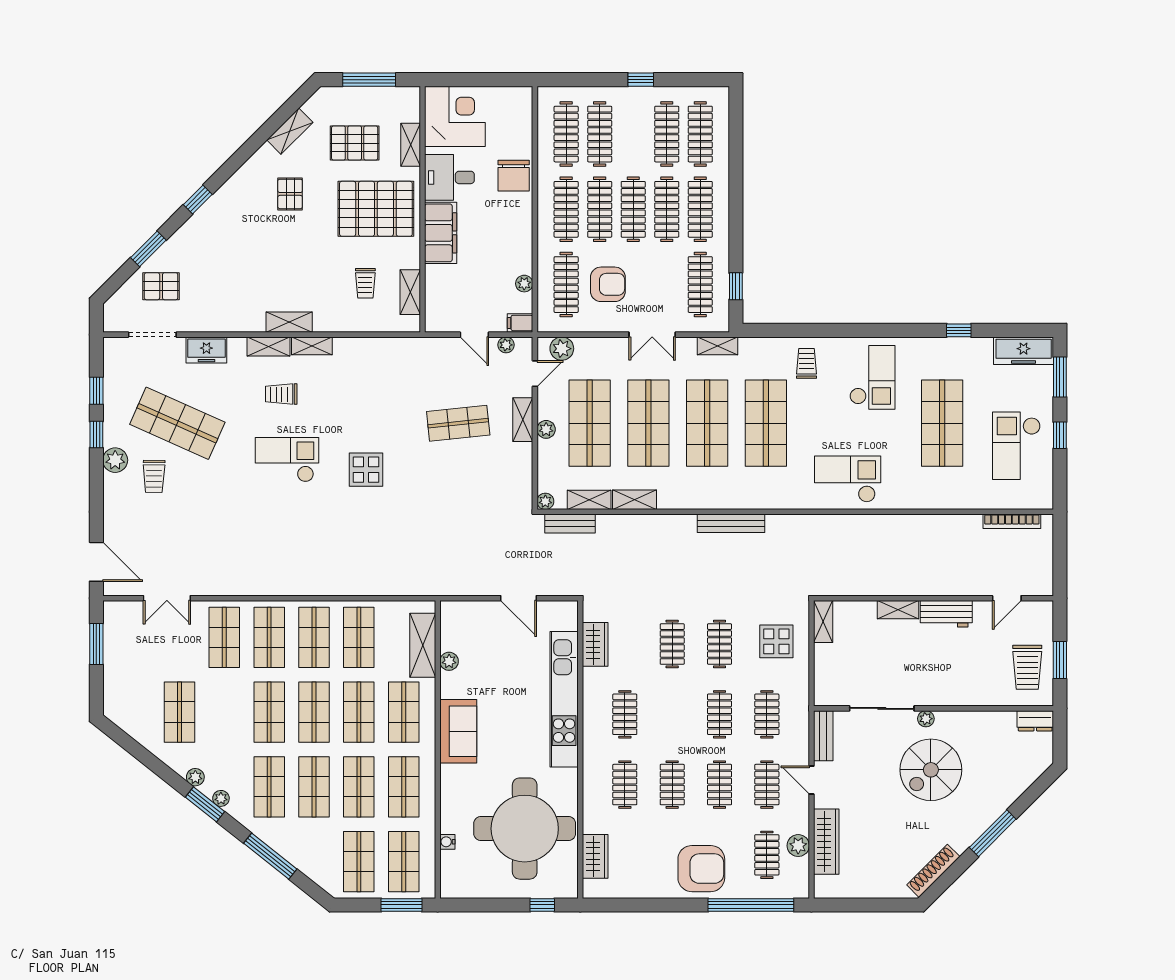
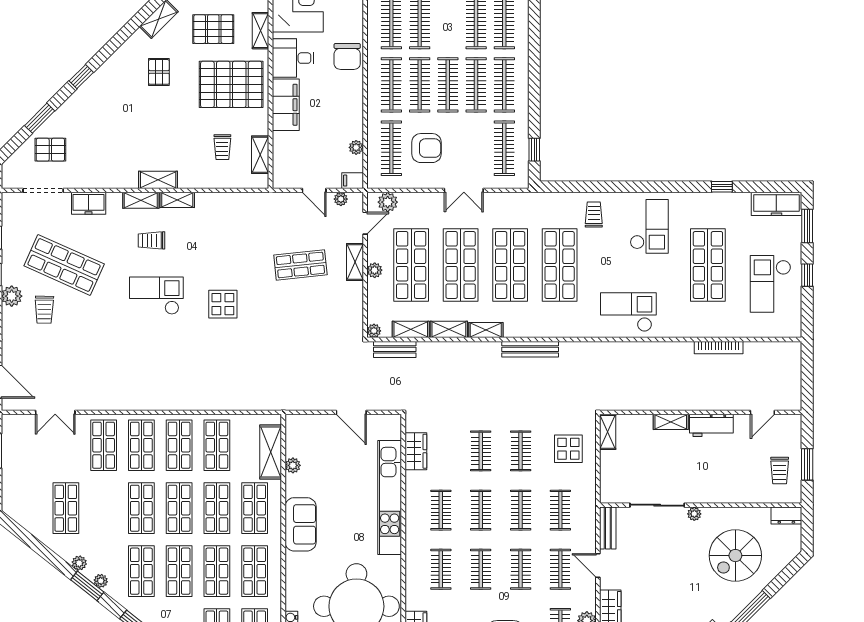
shelving: (718, 346) -> (486, 330), moved
bookcase: (1012, 521) -> (719, 348), moved
trolley: (1027, 667) -> (780, 471), width x0.73, depth x0.72
clothes rail: (672, 714) -> (481, 510), added
spiral stairs: (931, 770) -> (735, 556), moved

